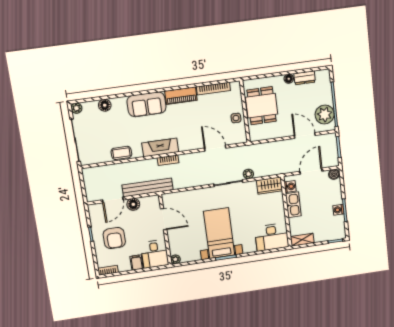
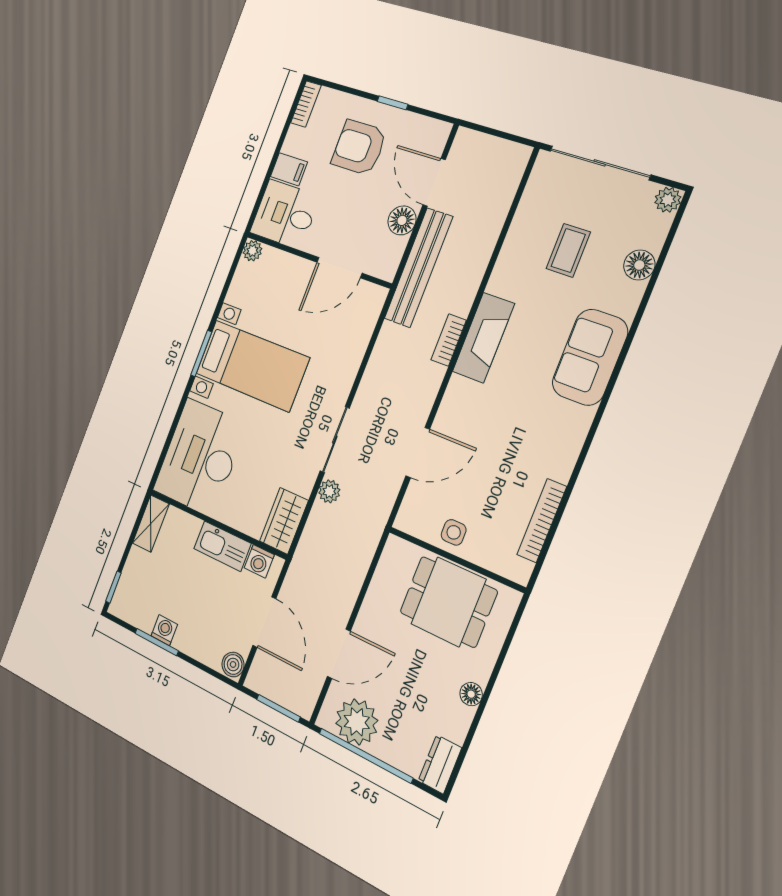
dresser: (305, 78) -> (440, 764), moved
piano: (181, 96) -> (566, 442), removed
coffee table: (121, 153) -> (568, 250), moved
desk: (272, 237) -> (200, 457), width x1.36, depth x1.30

